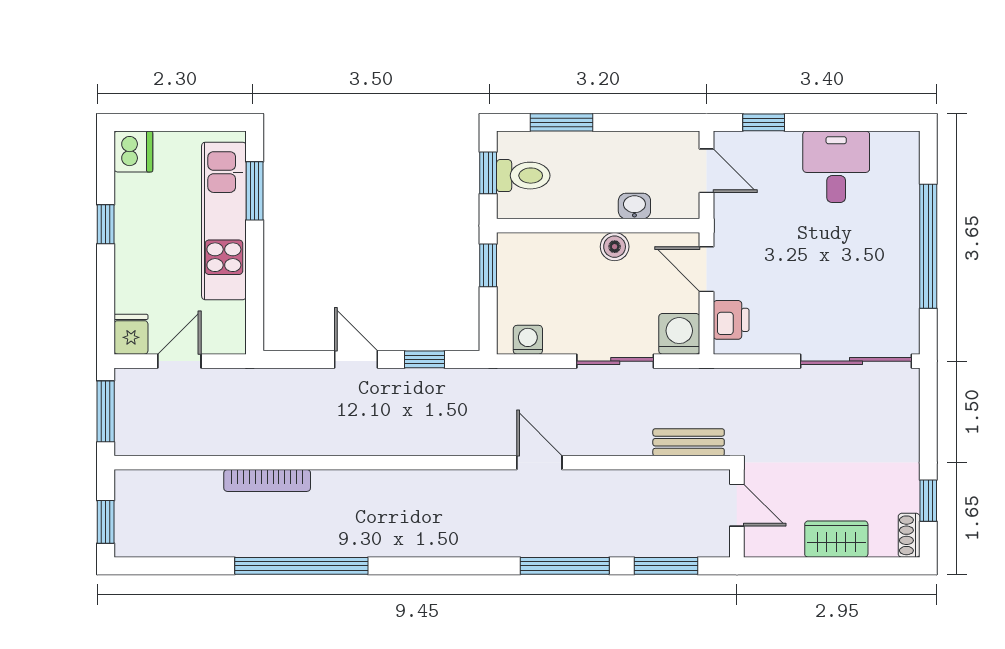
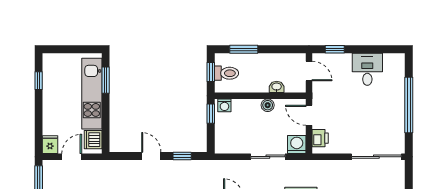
dishwasher: (133, 152) -> (93, 140), moved, turned 180
window: (106, 224) -> (39, 81), moved
washing machine: (528, 340) -> (224, 105), moved, turned 180

